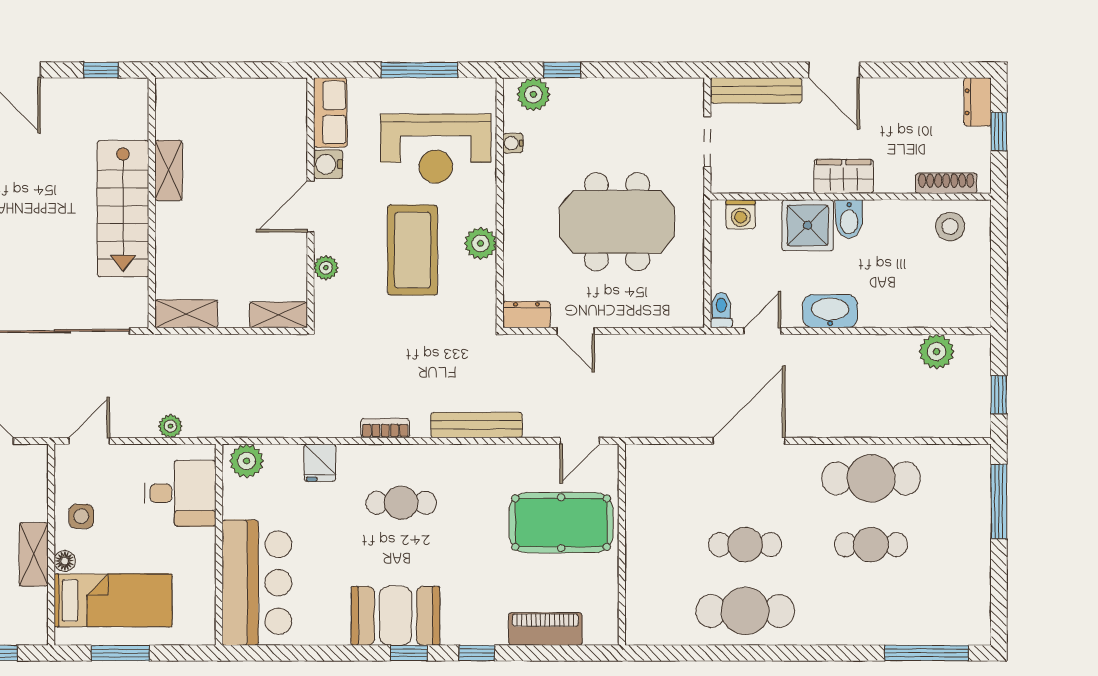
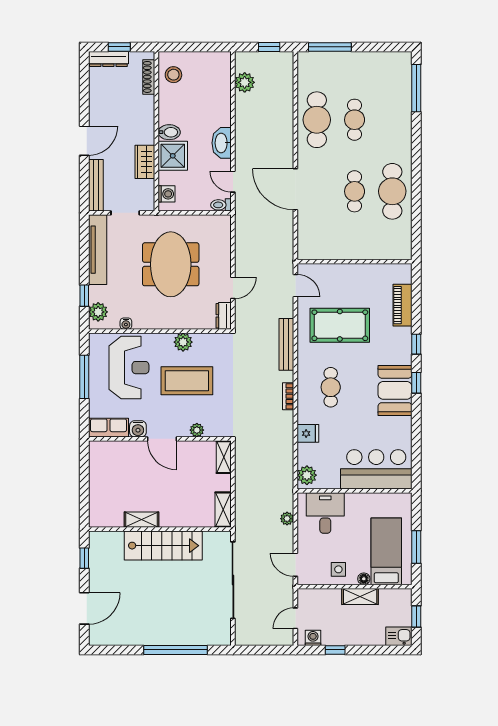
tv unit: (643, 93) -> (98, 250), added
dresser: (978, 102) -> (108, 59), width x1.44
wardrobe: (844, 176) -> (145, 162), moved
pool table: (561, 523) -> (340, 325), moved, turned 90

